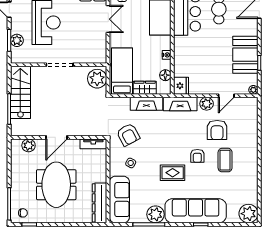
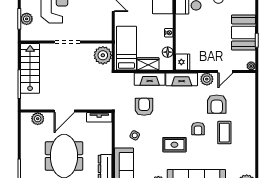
armchair: (128, 135) -> (144, 107), moved, turned -152

